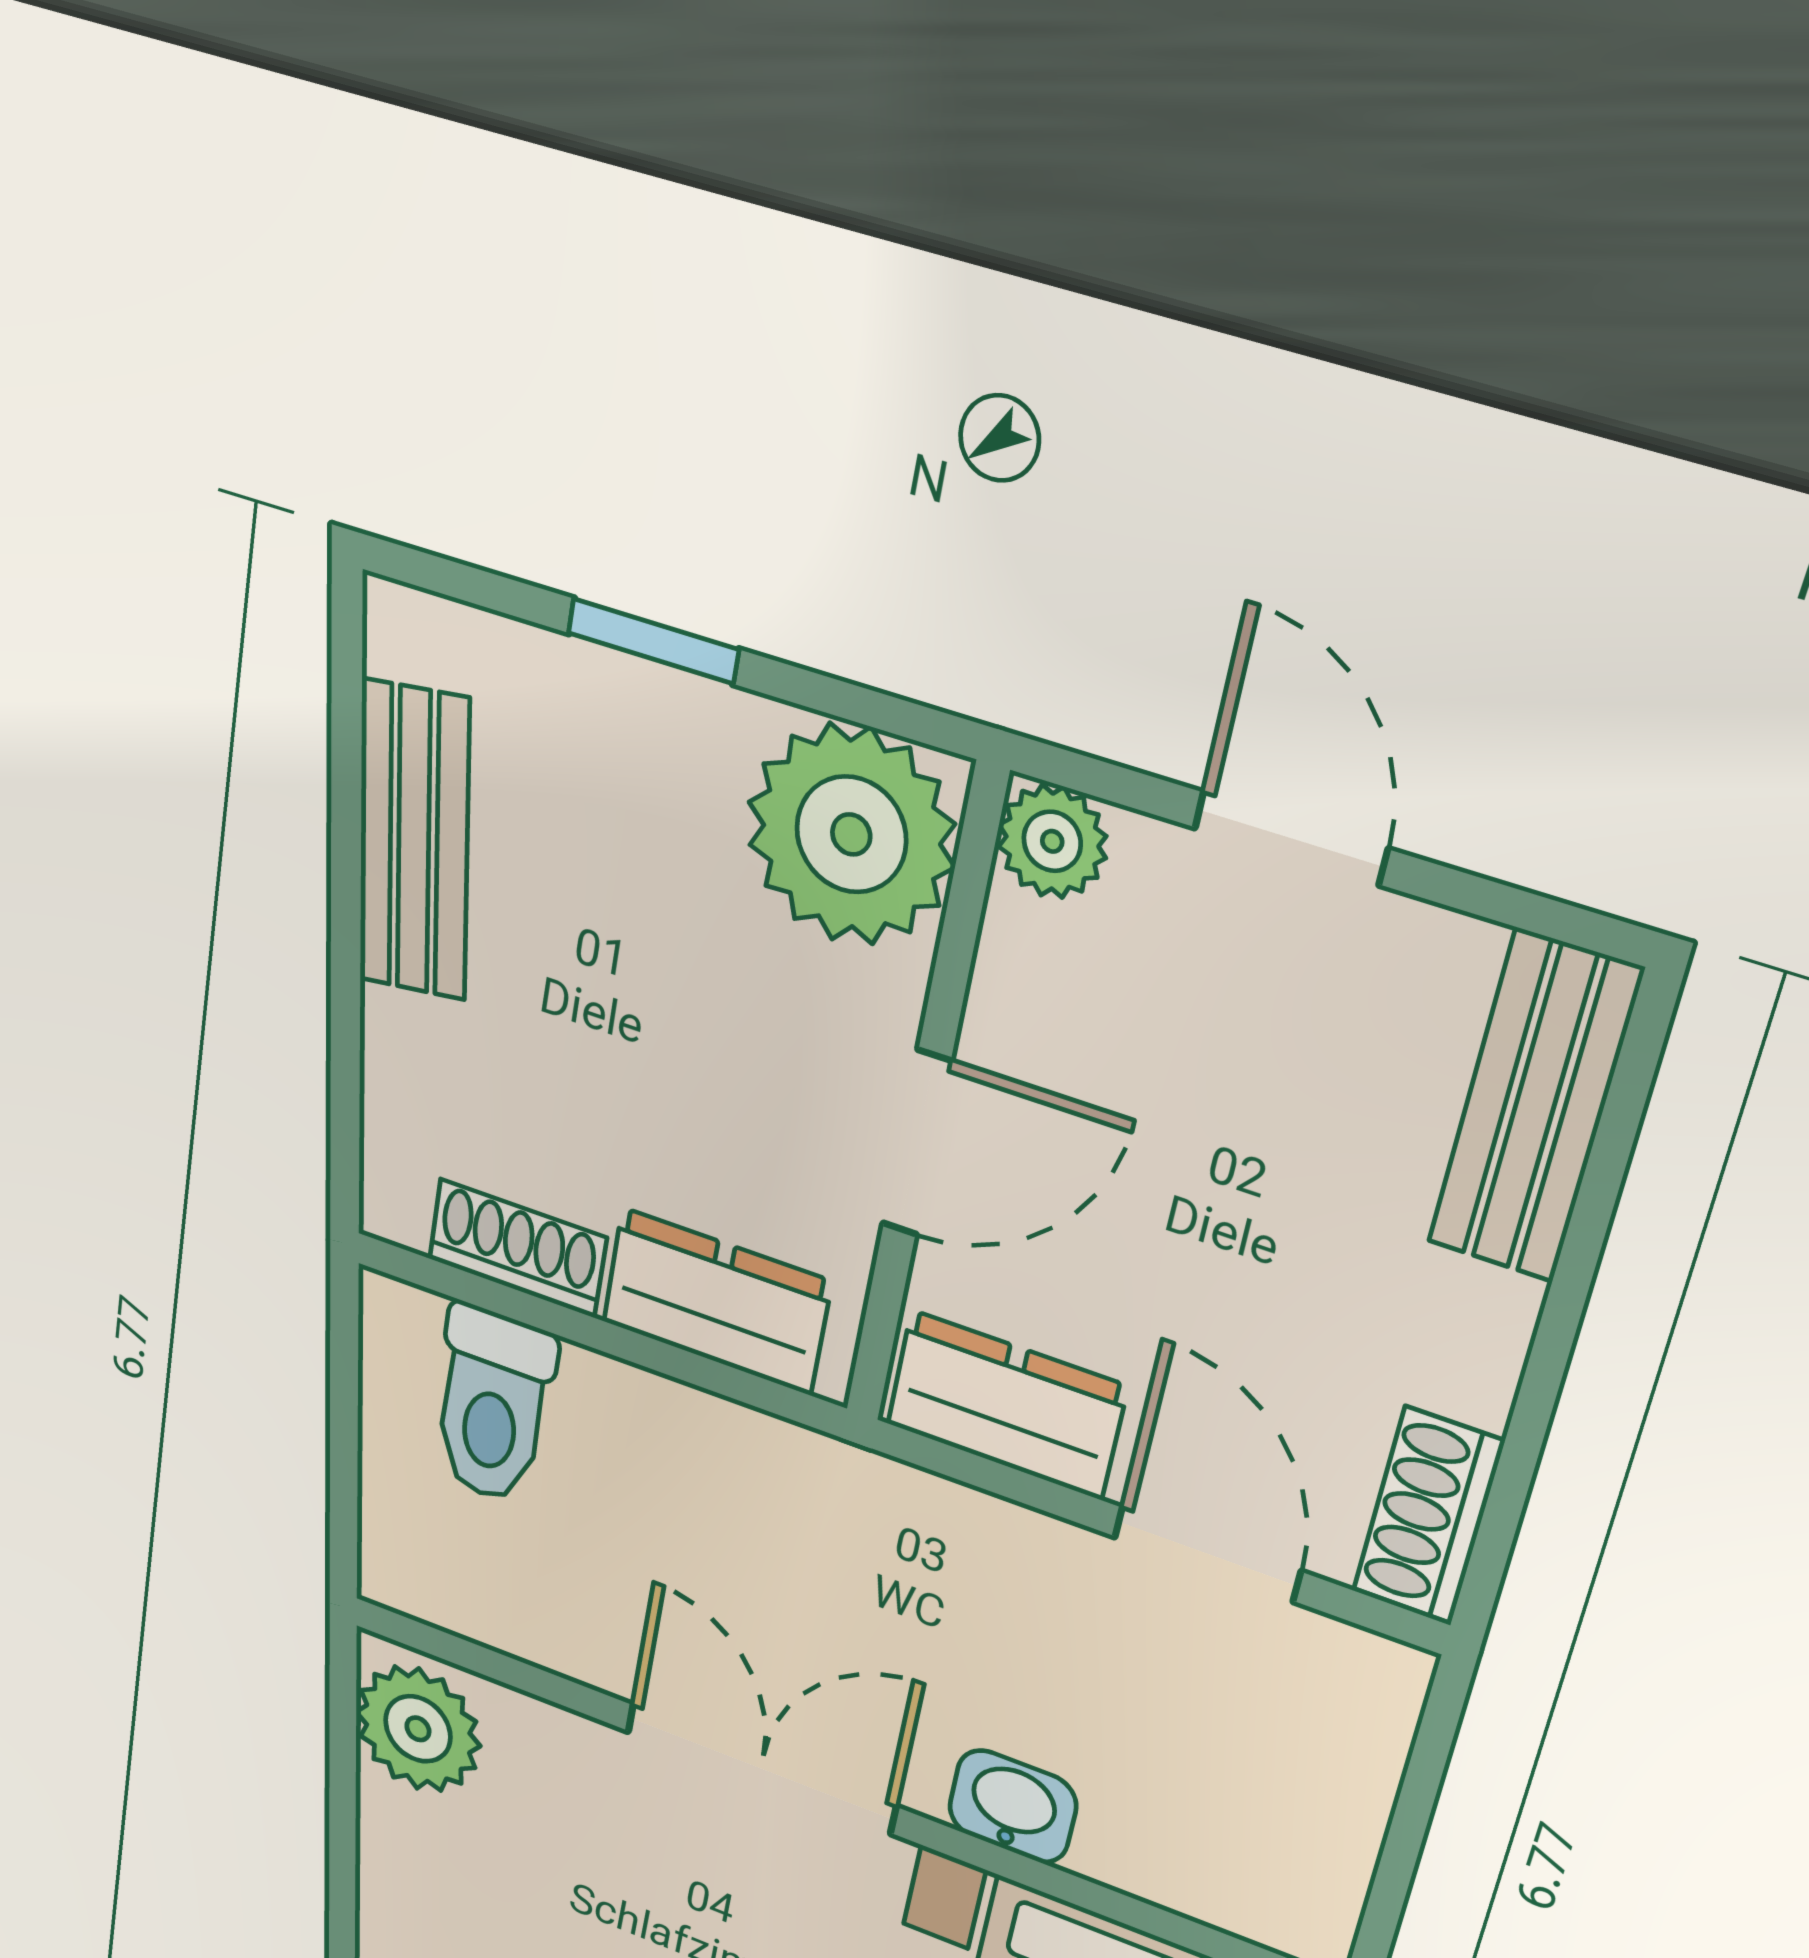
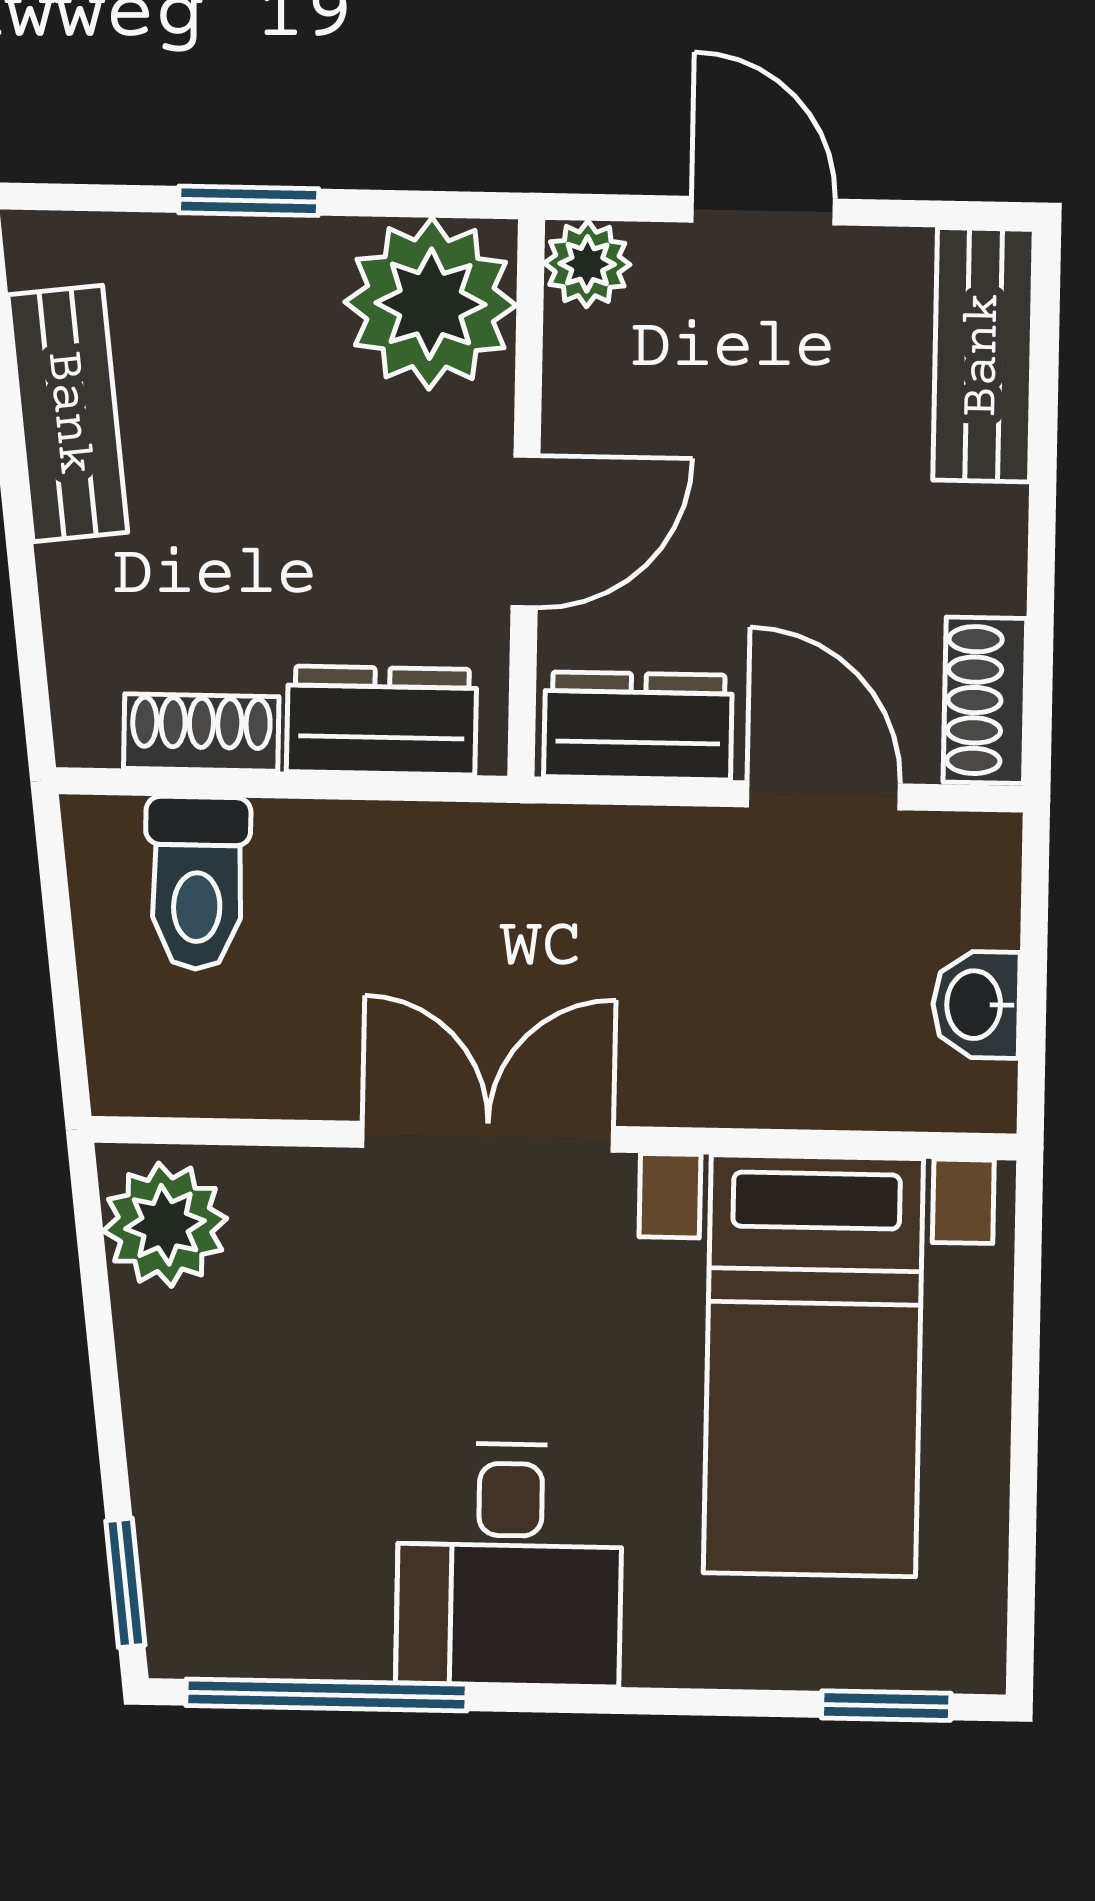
washbasin: (1013, 1806) -> (976, 1005), moved, turned -90

